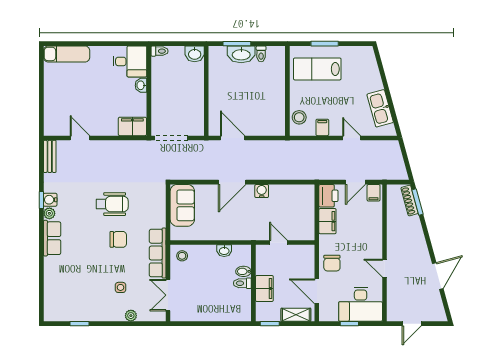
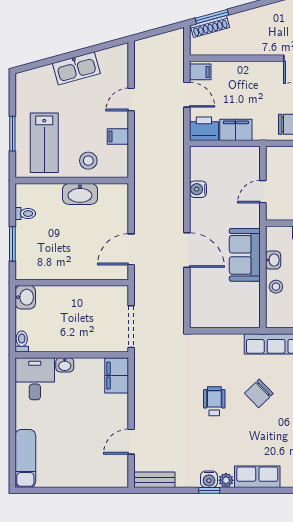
washbasin: (241, 54) -> (80, 194), moved, turned 90
kitchen sink: (380, 108) -> (76, 68), moved
stool: (299, 117) -> (88, 161), moved
water cooler: (262, 191) -> (198, 189), moved
wheelchair: (112, 204) -> (214, 401), width x0.73, depth x0.73
sofa: (182, 205) -> (245, 255), moved, turned -90
chair: (118, 239) -> (259, 393), turned -134
stool: (182, 256) -> (276, 287), moved

